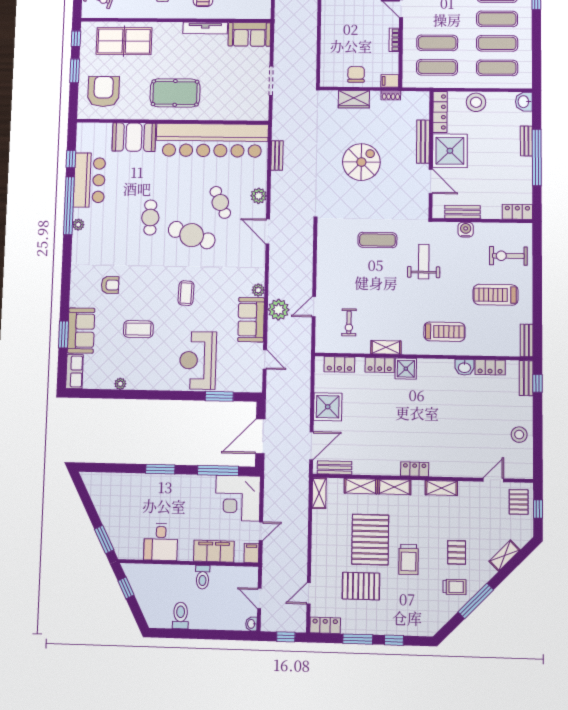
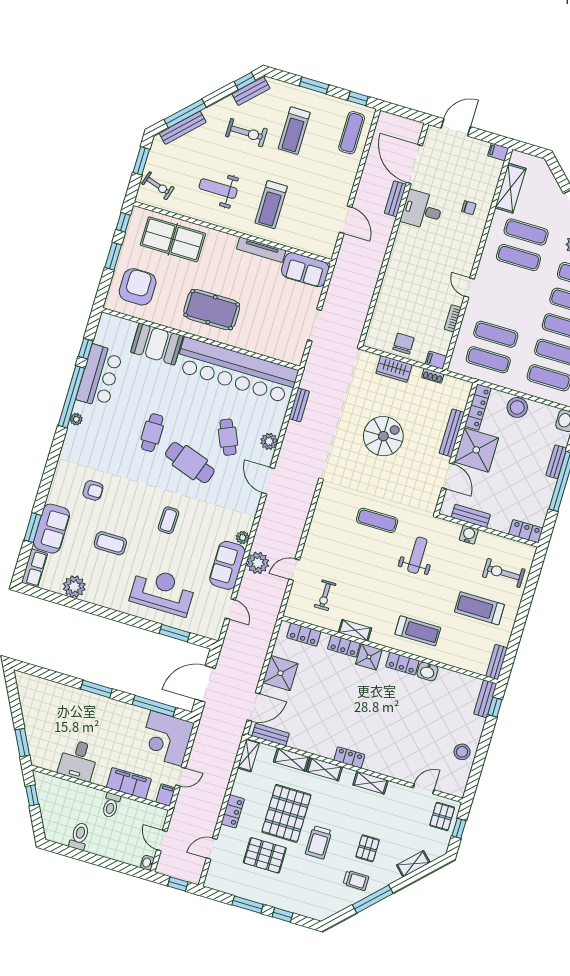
reception desk: (198, 360) -> (163, 591), turned 90
locker: (490, 367) -> (402, 664), moved
plant: (120, 384) -> (74, 587), width x1.87, depth x1.87
locker: (325, 625) -> (233, 811), moved, turned 90

